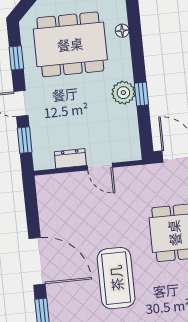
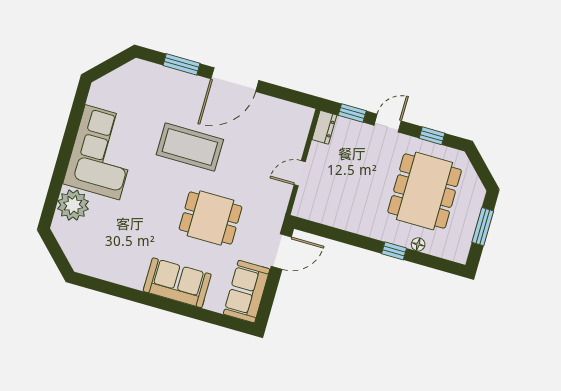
plant: (123, 93) -> (360, 223), removed
window: (141, 94) -> (394, 251), moved
dresser: (70, 159) -> (324, 127), moved

